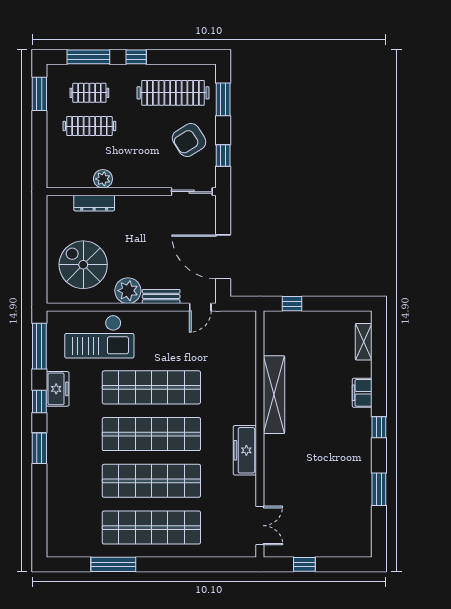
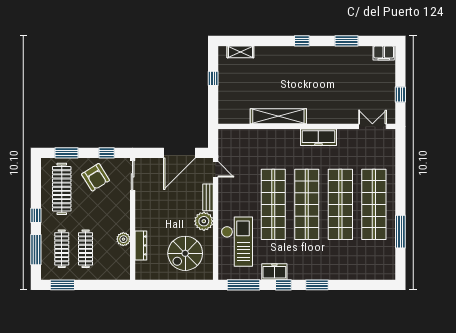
clothes rail: (89, 93) -> (62, 249), width x1.36
window: (292, 304) -> (213, 78), moved
filing cabinet: (362, 393) -> (384, 53), moved

